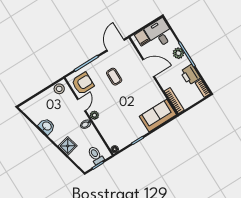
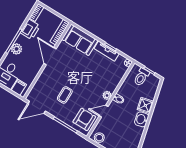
door: (149, 68) -> (50, 56), moved
armchair: (83, 83) -> (84, 119), turned 90
washbasin: (47, 126) -> (142, 119), moved
tv unit: (135, 135) -> (107, 51), added

